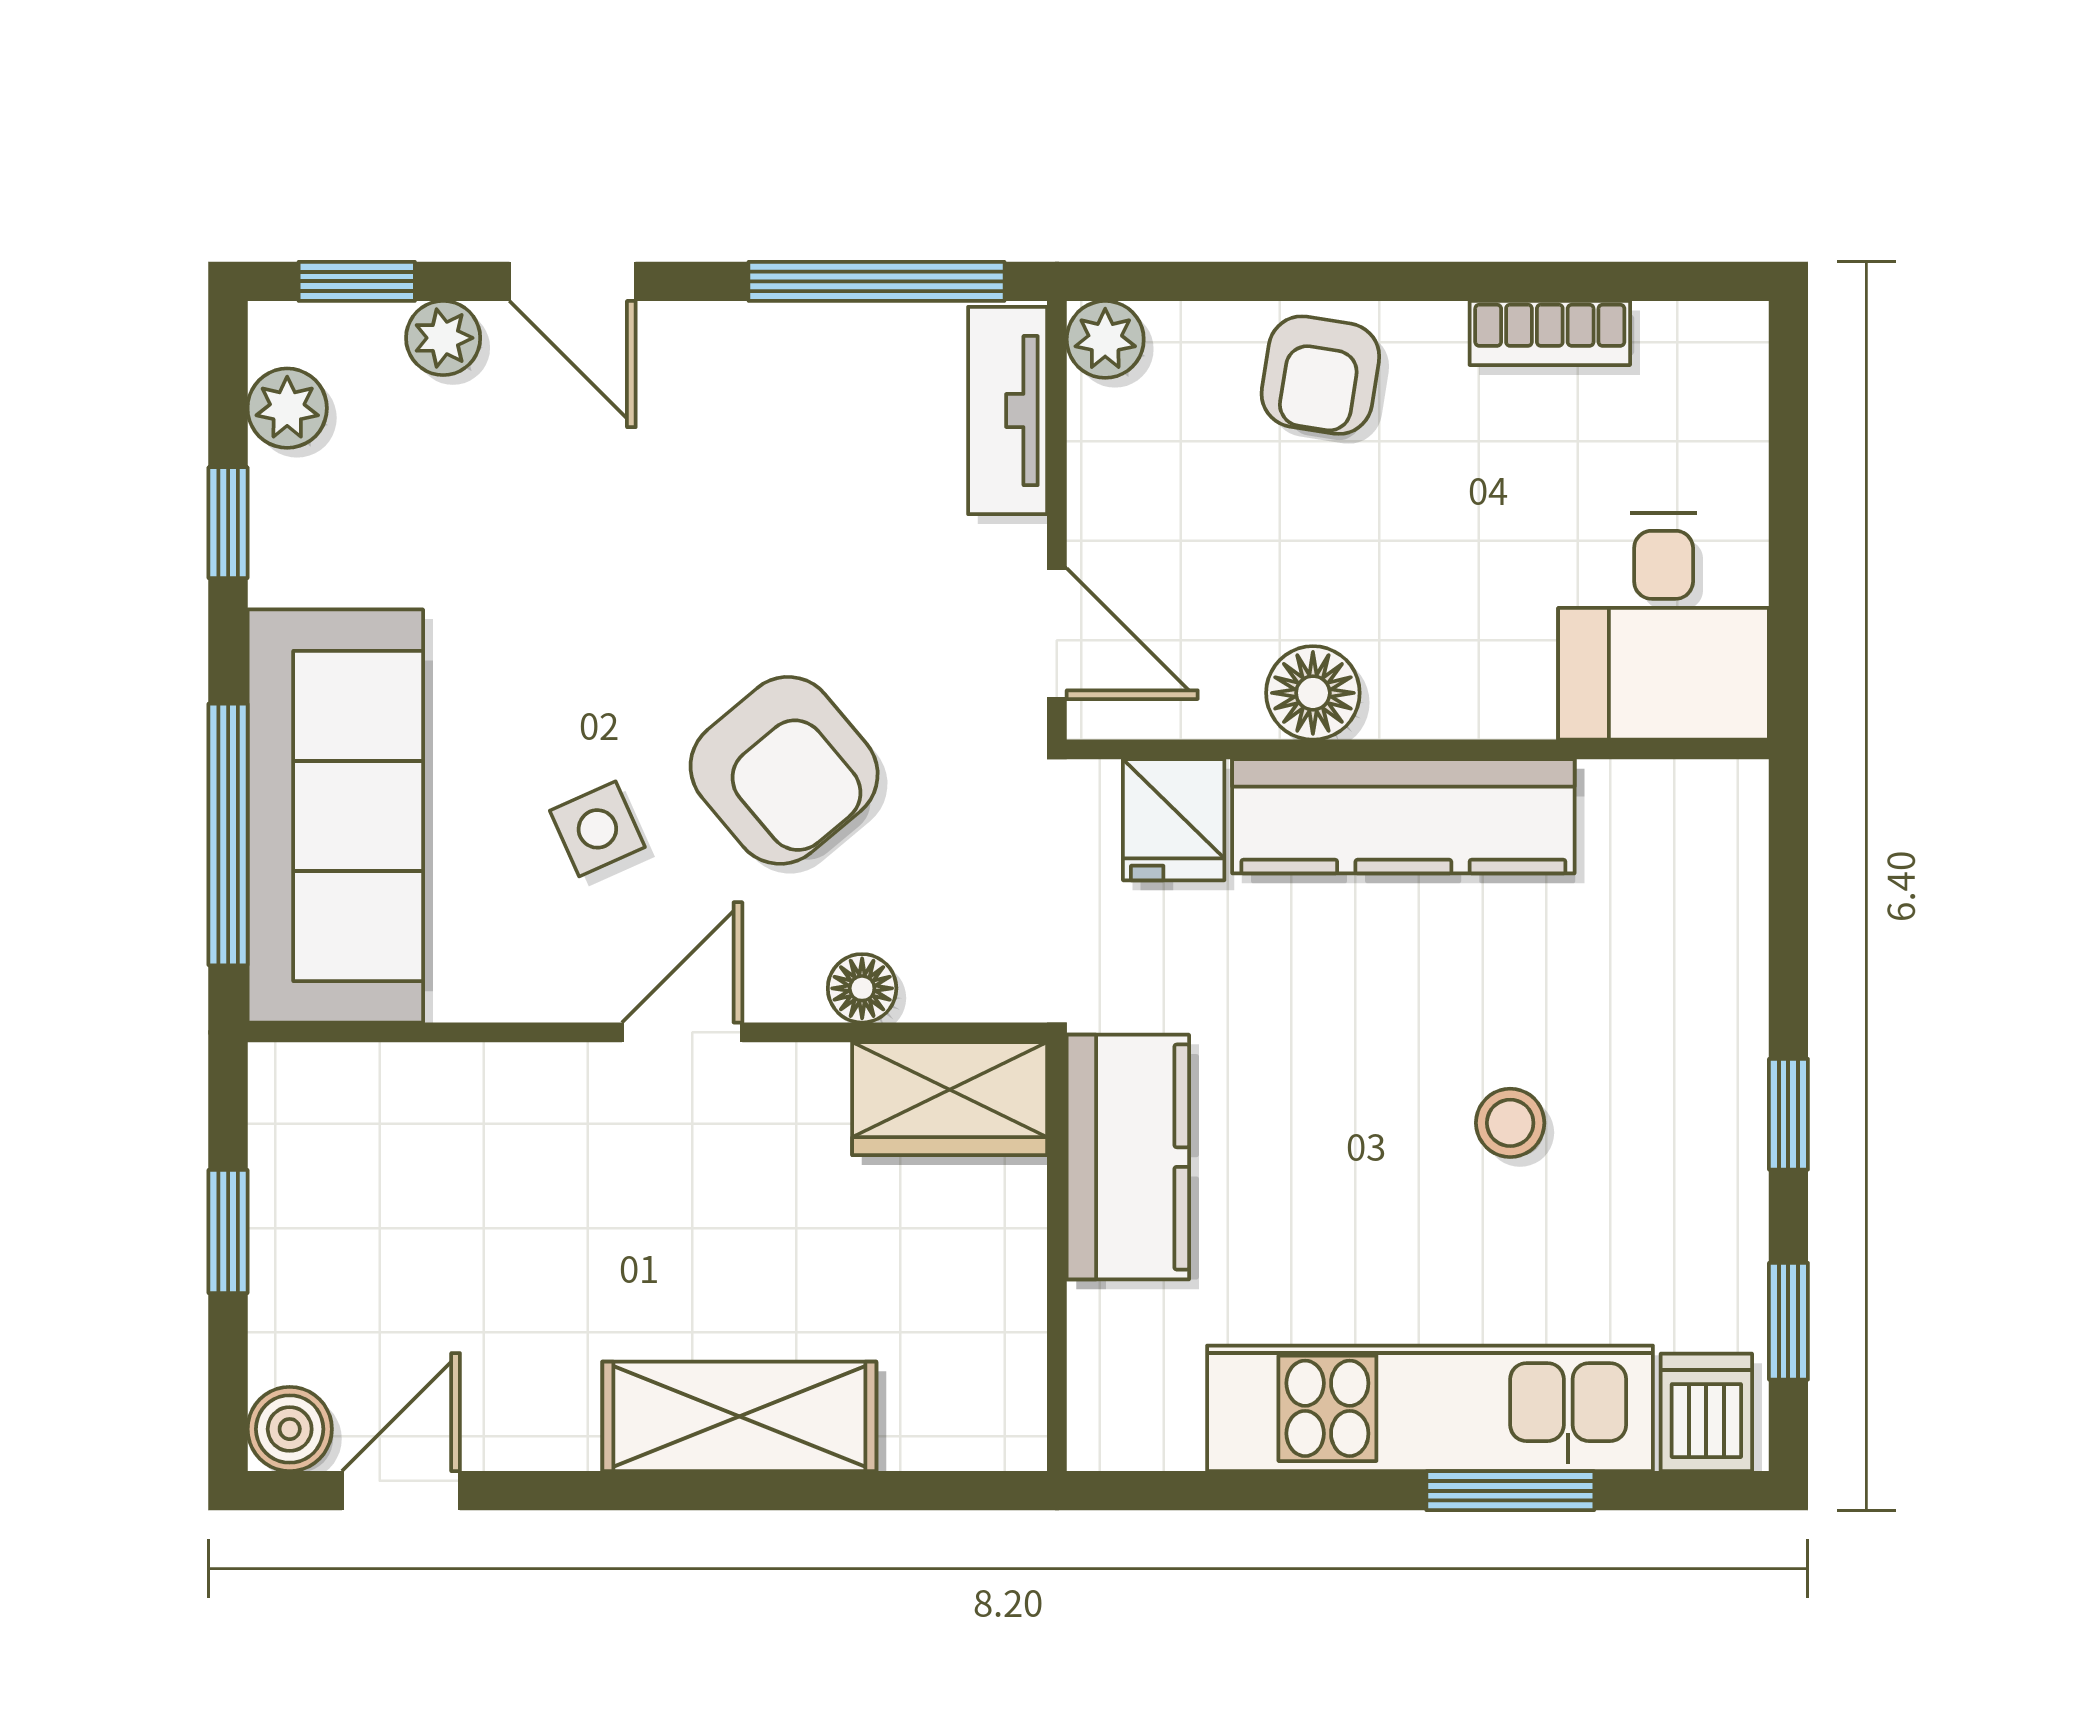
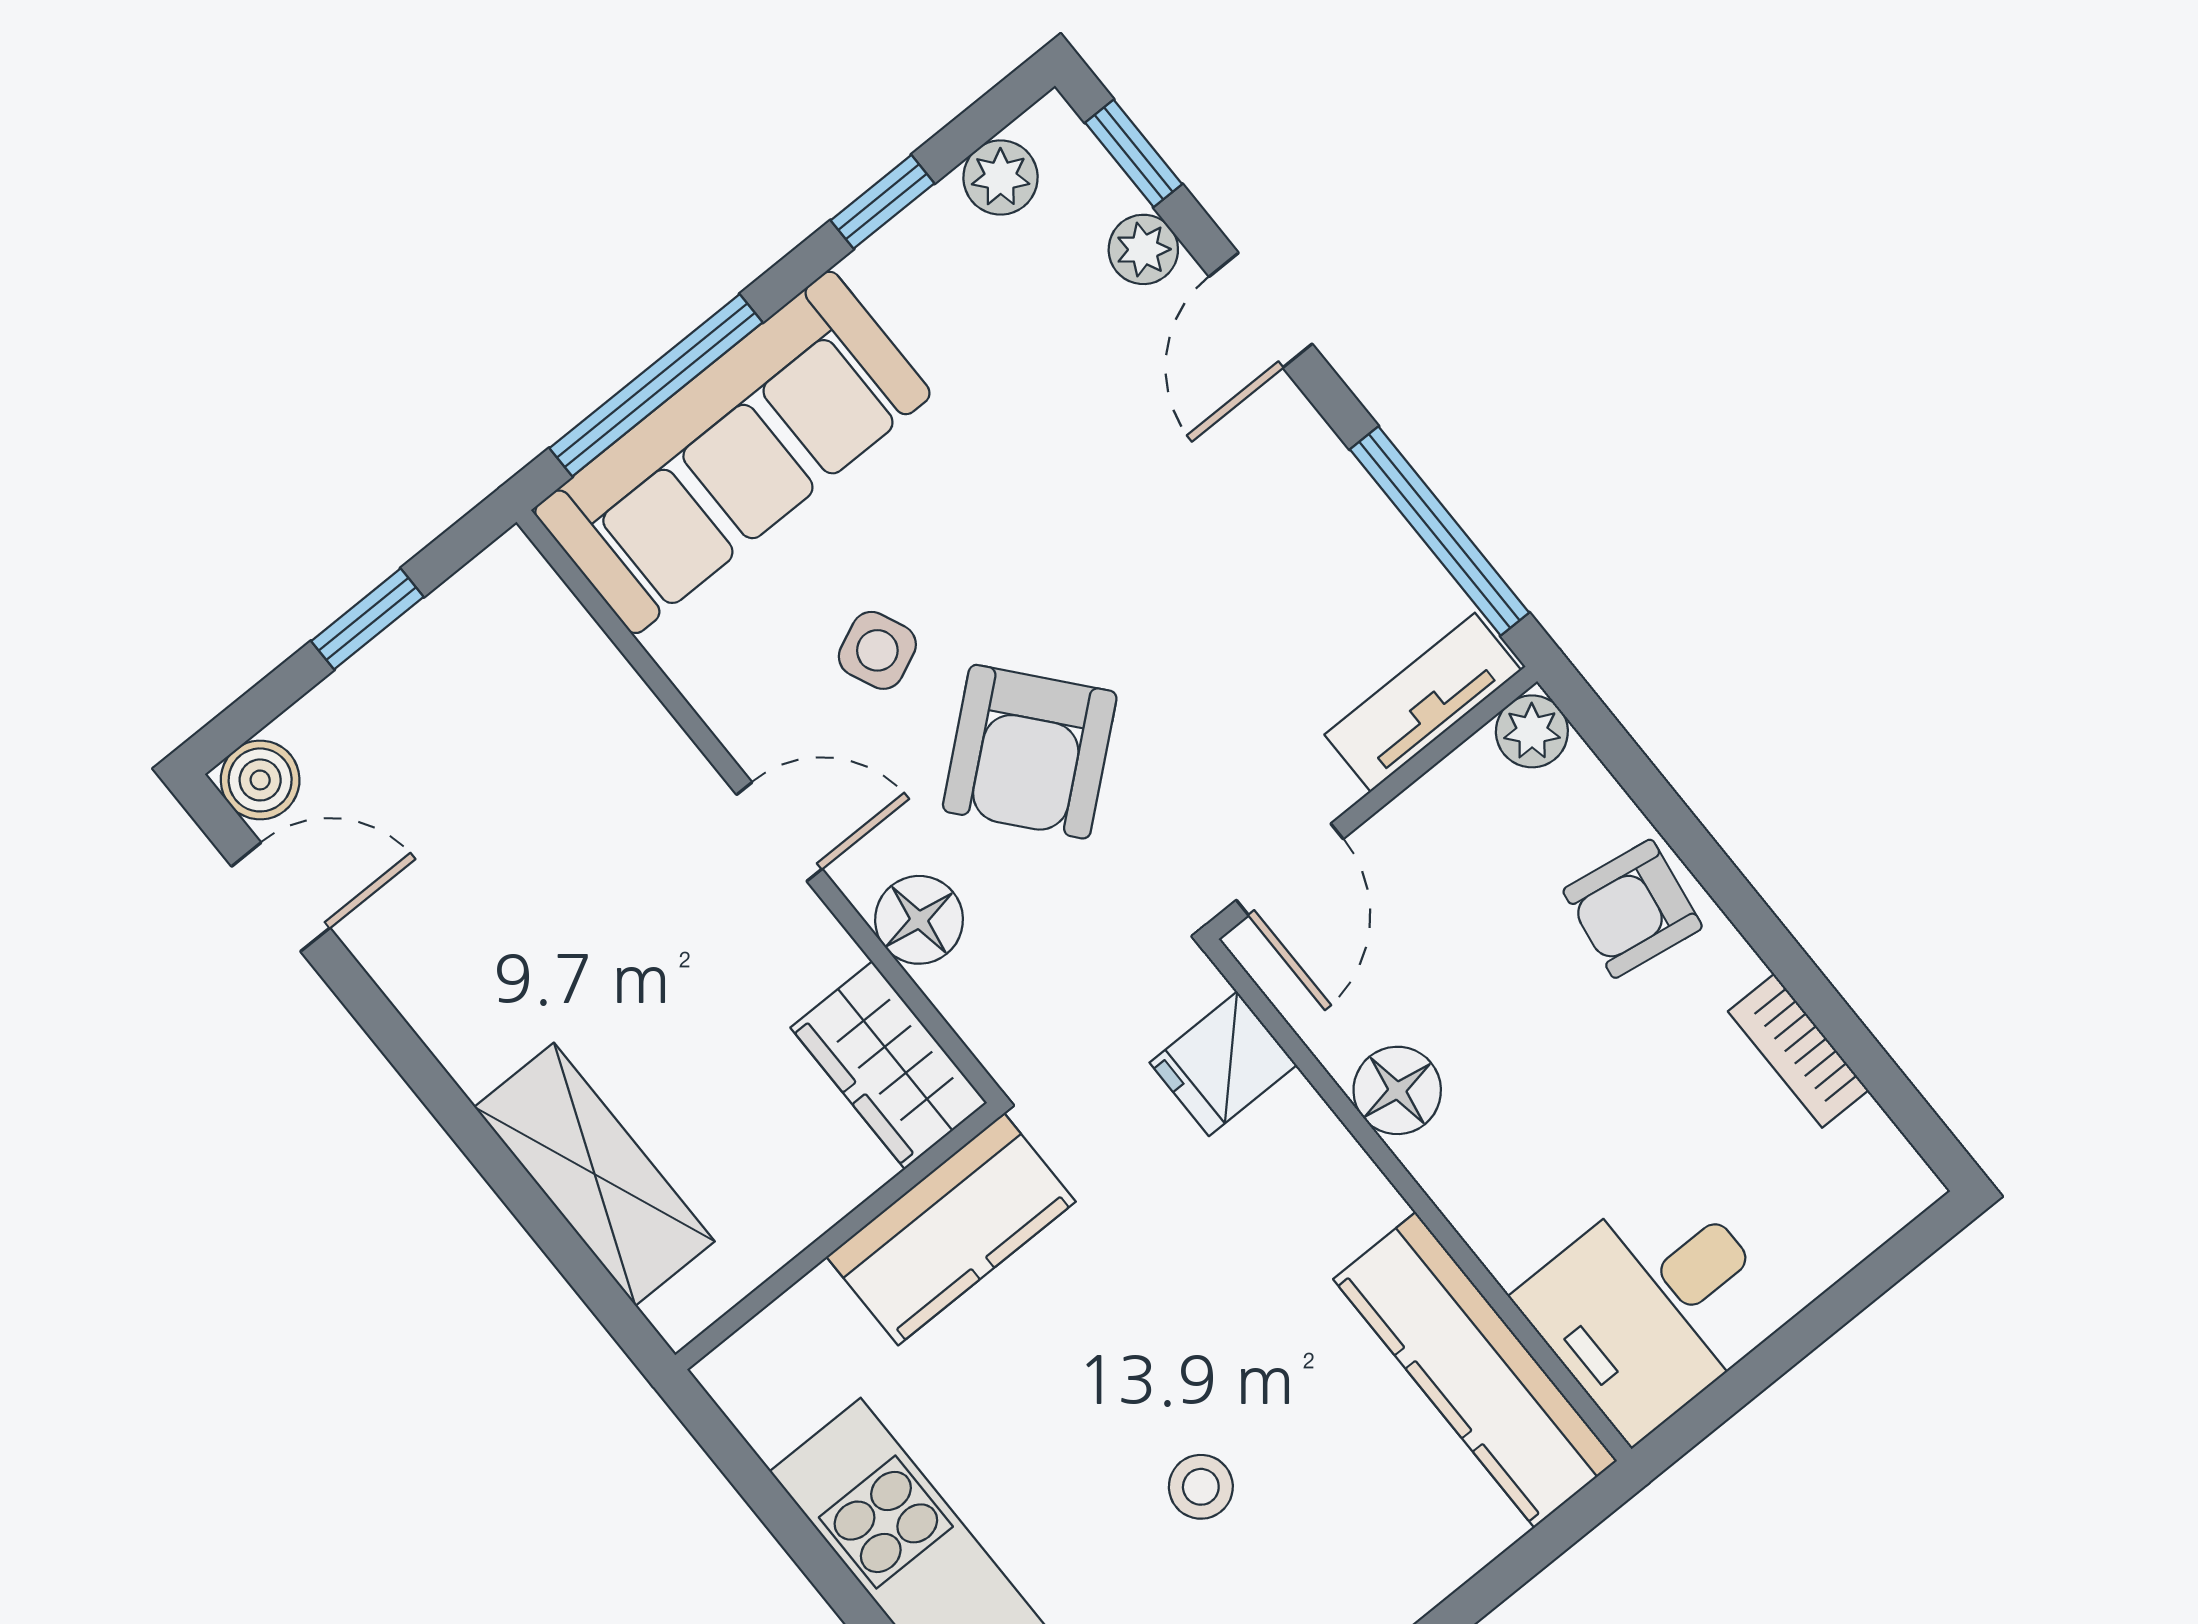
kitchen counter: (1403, 816) -> (1475, 1370), moved
floor lamp: (862, 988) -> (919, 920), width x1.37, depth x1.37
shelving: (739, 1416) -> (595, 1174), moved

